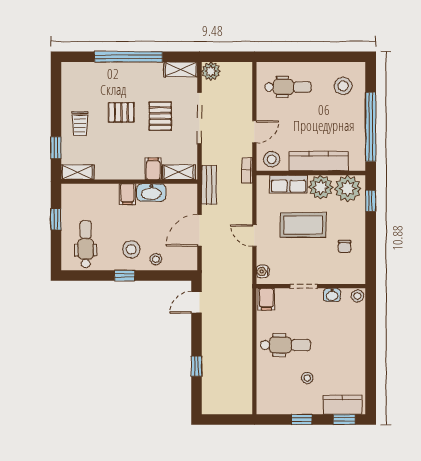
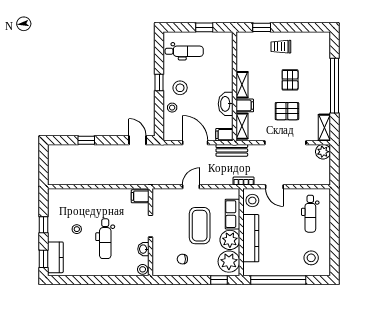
shelving: (77, 172) -> (242, 85), moved
filing cabinet: (127, 194) -> (224, 135), moved
water cooler: (263, 271) -> (162, 193), removed
dental chair: (285, 345) -> (105, 239), moved

